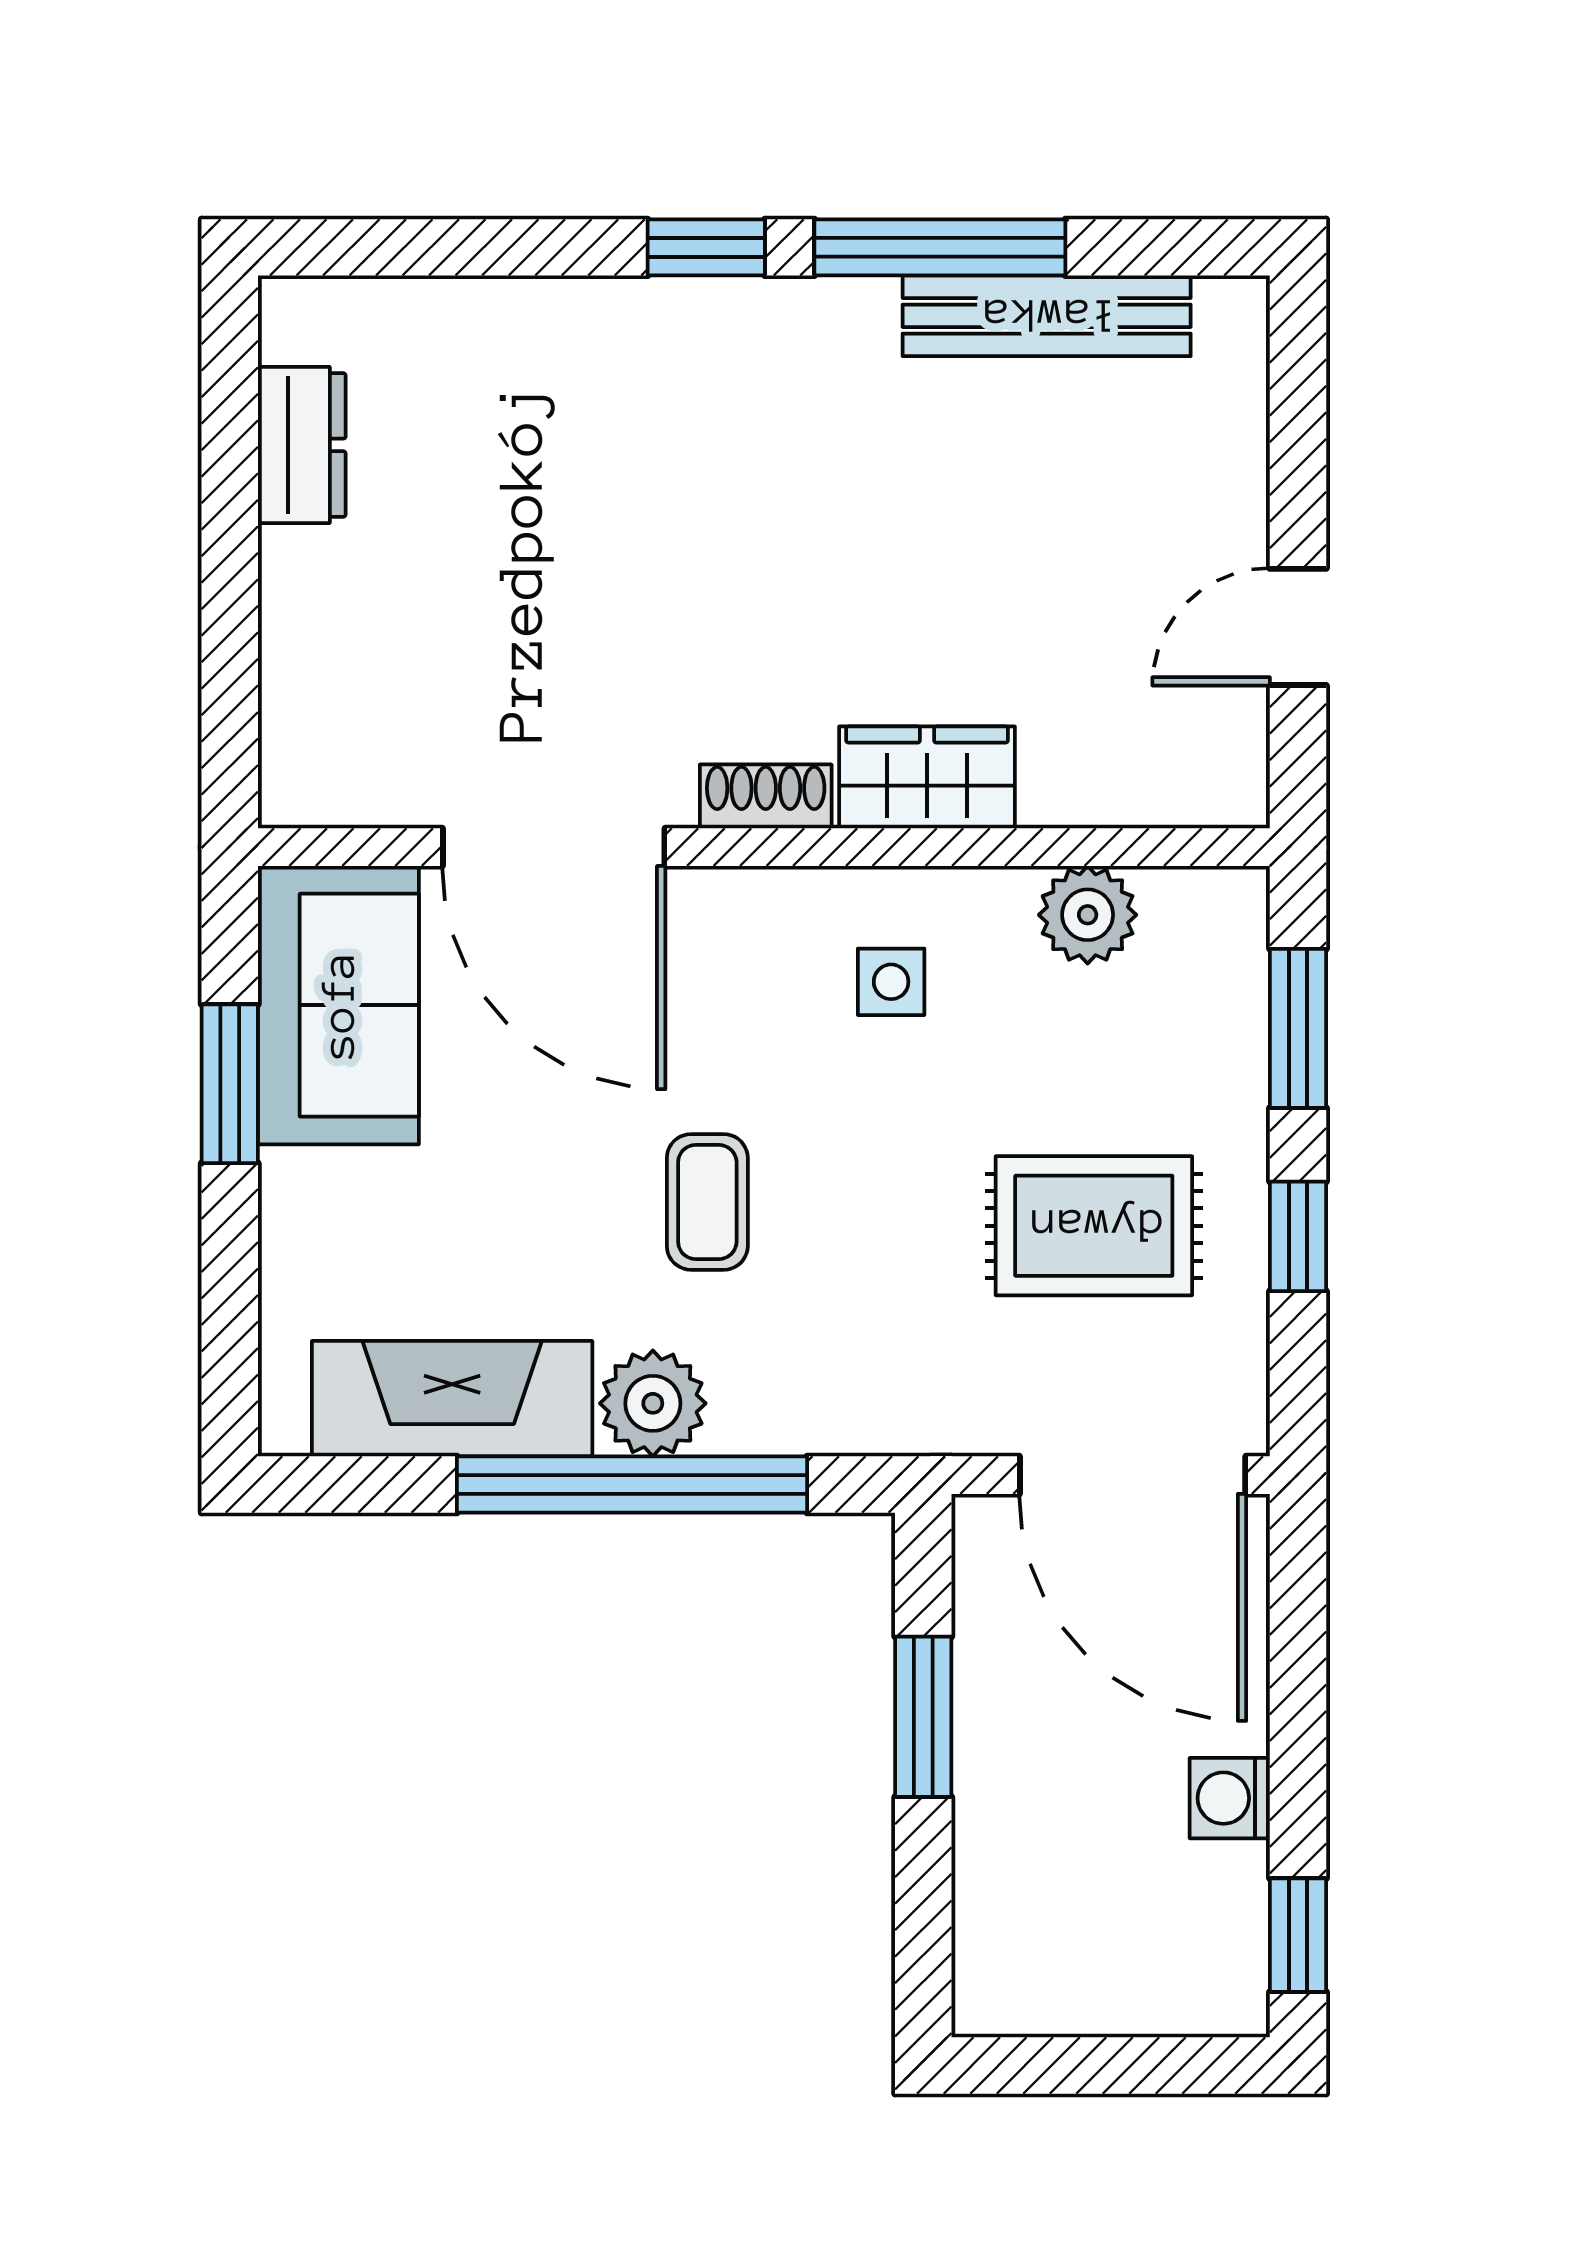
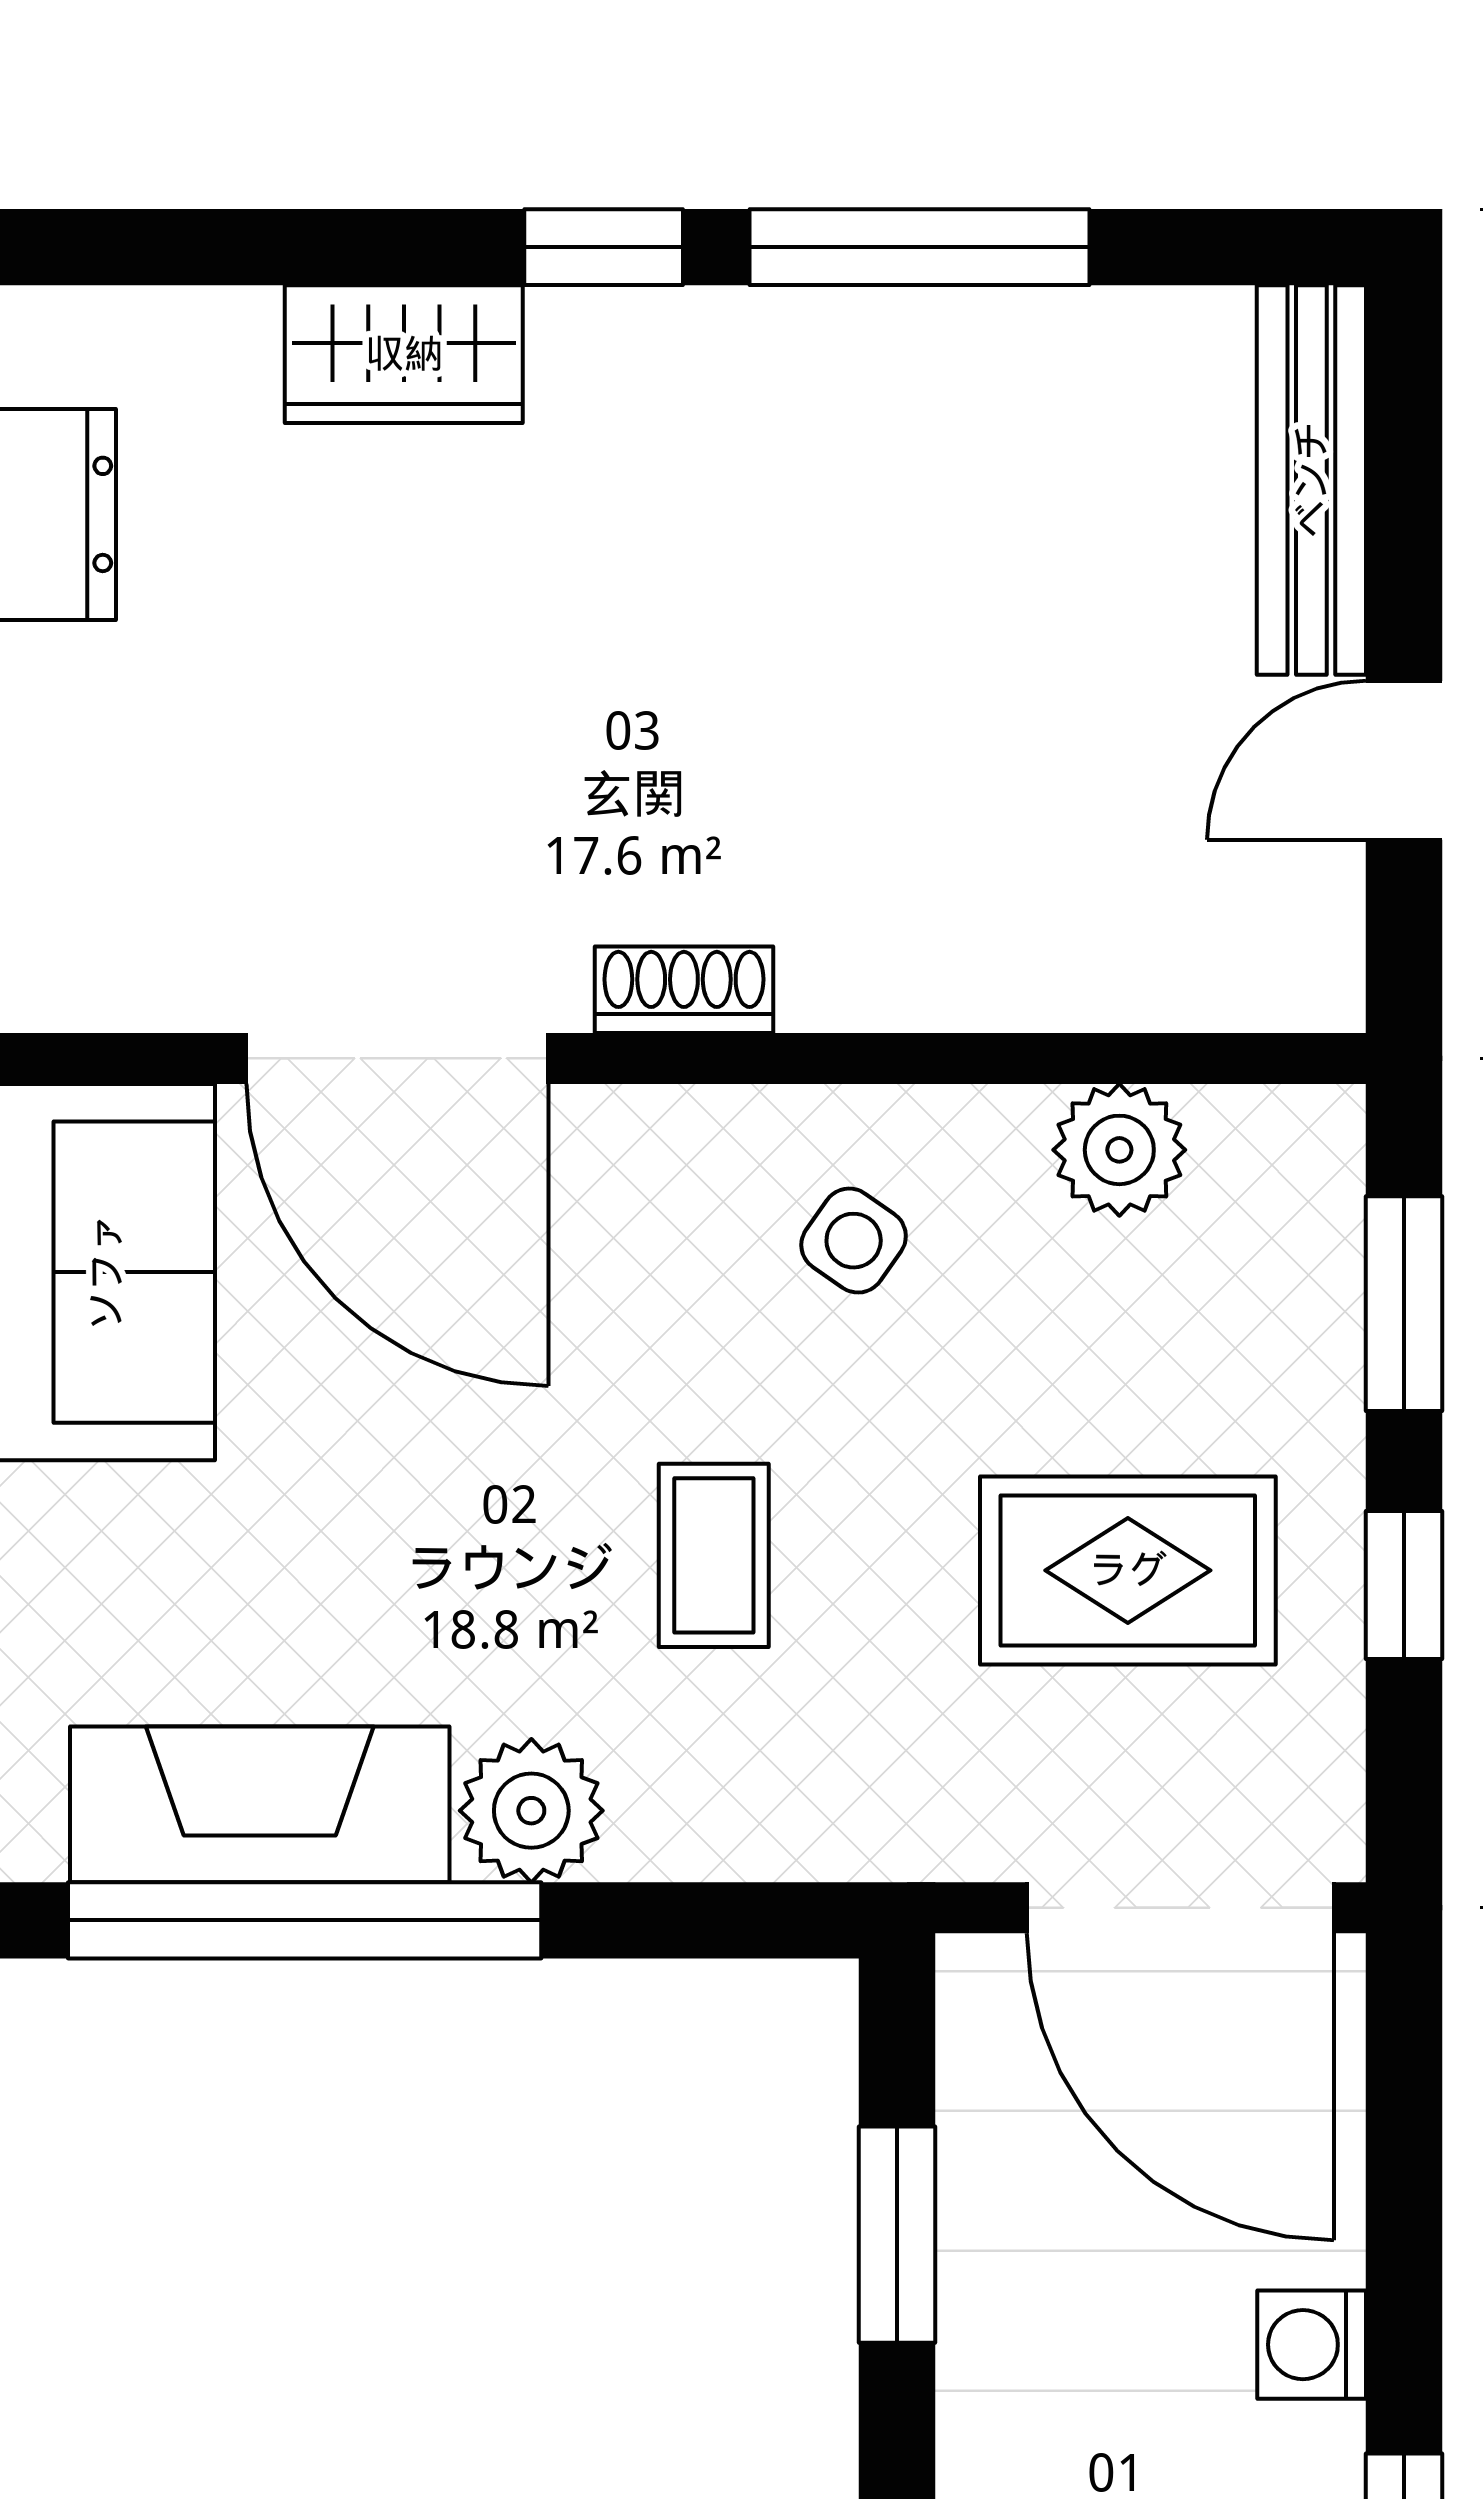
bench: (1047, 316) -> (1311, 480), moved, turned 90
wardrobe: (927, 777) -> (404, 354), moved, turned 180
side table: (891, 982) -> (854, 1241), turned 35
coffee table: (707, 1202) -> (714, 1555), moved
window: (632, 1484) -> (305, 1920), moved

